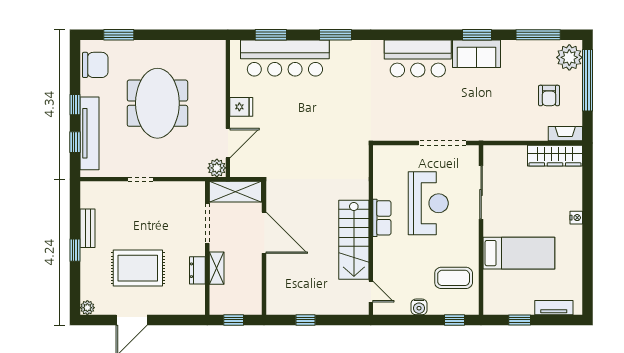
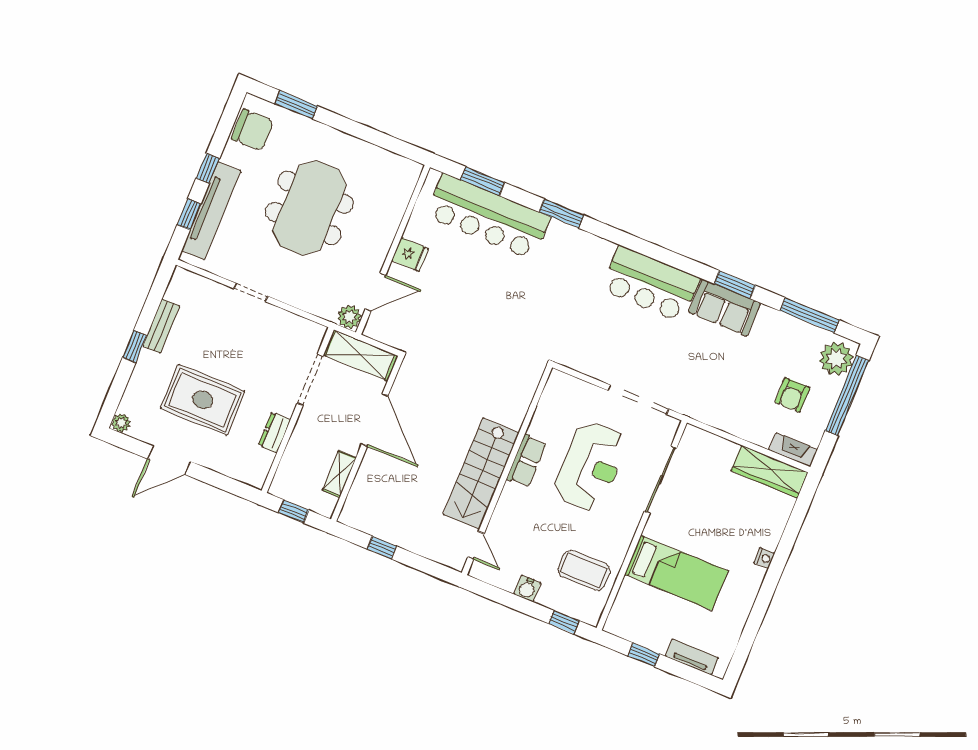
shelving: (217, 268) -> (339, 474), moved

